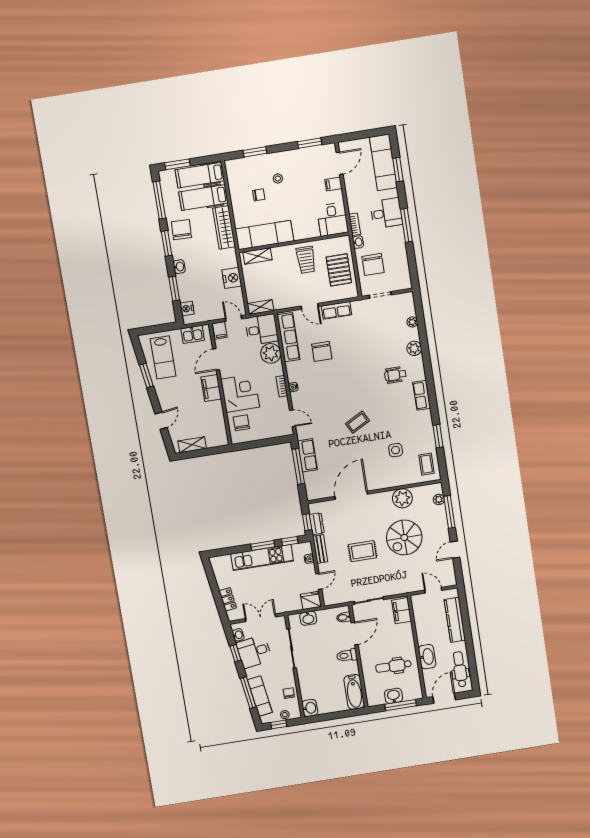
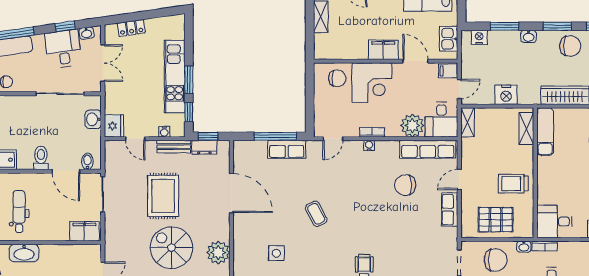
exam couch: (264, 235) -> (545, 132), width x0.73, depth x0.69
chair: (373, 264) -> (496, 260), turned 180
rug: (362, 551) -> (163, 196), width x1.36, depth x1.43

